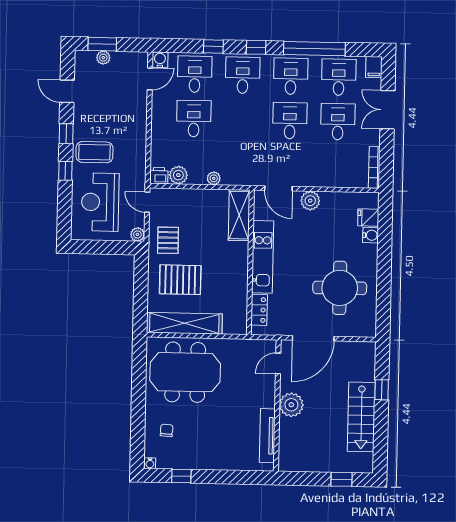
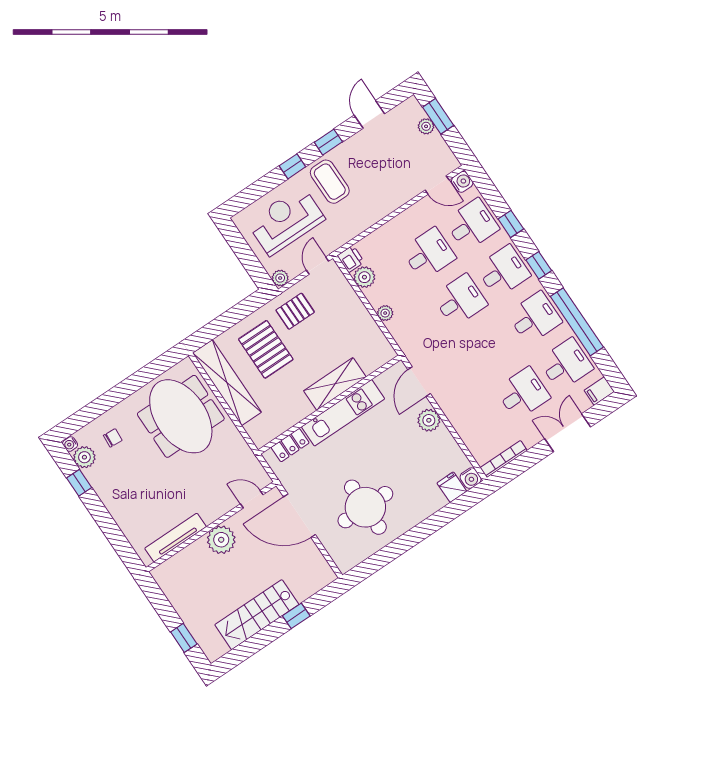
desk: (290, 121) -> (460, 300), moved
shelving: (239, 215) -> (335, 384), moved
water cooler: (371, 235) -> (471, 478), moved
plant: (166, 460) -> (84, 457), added

